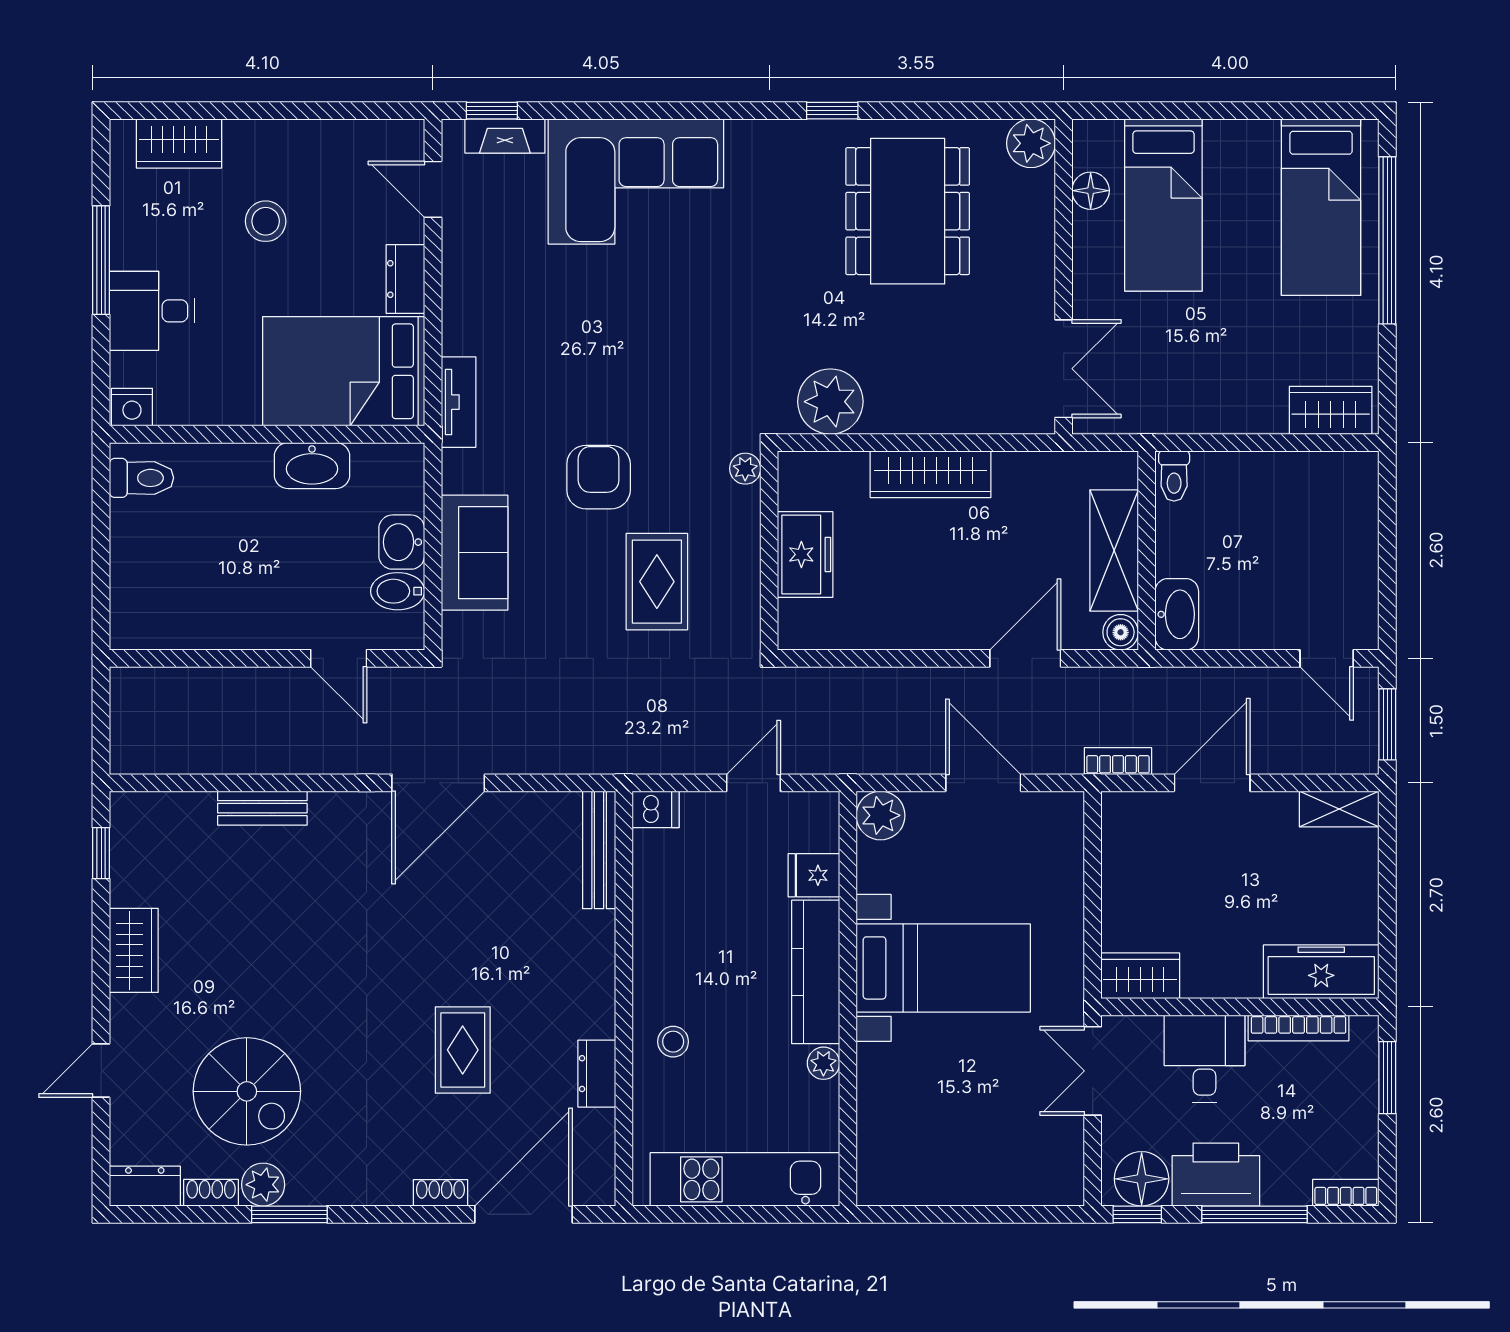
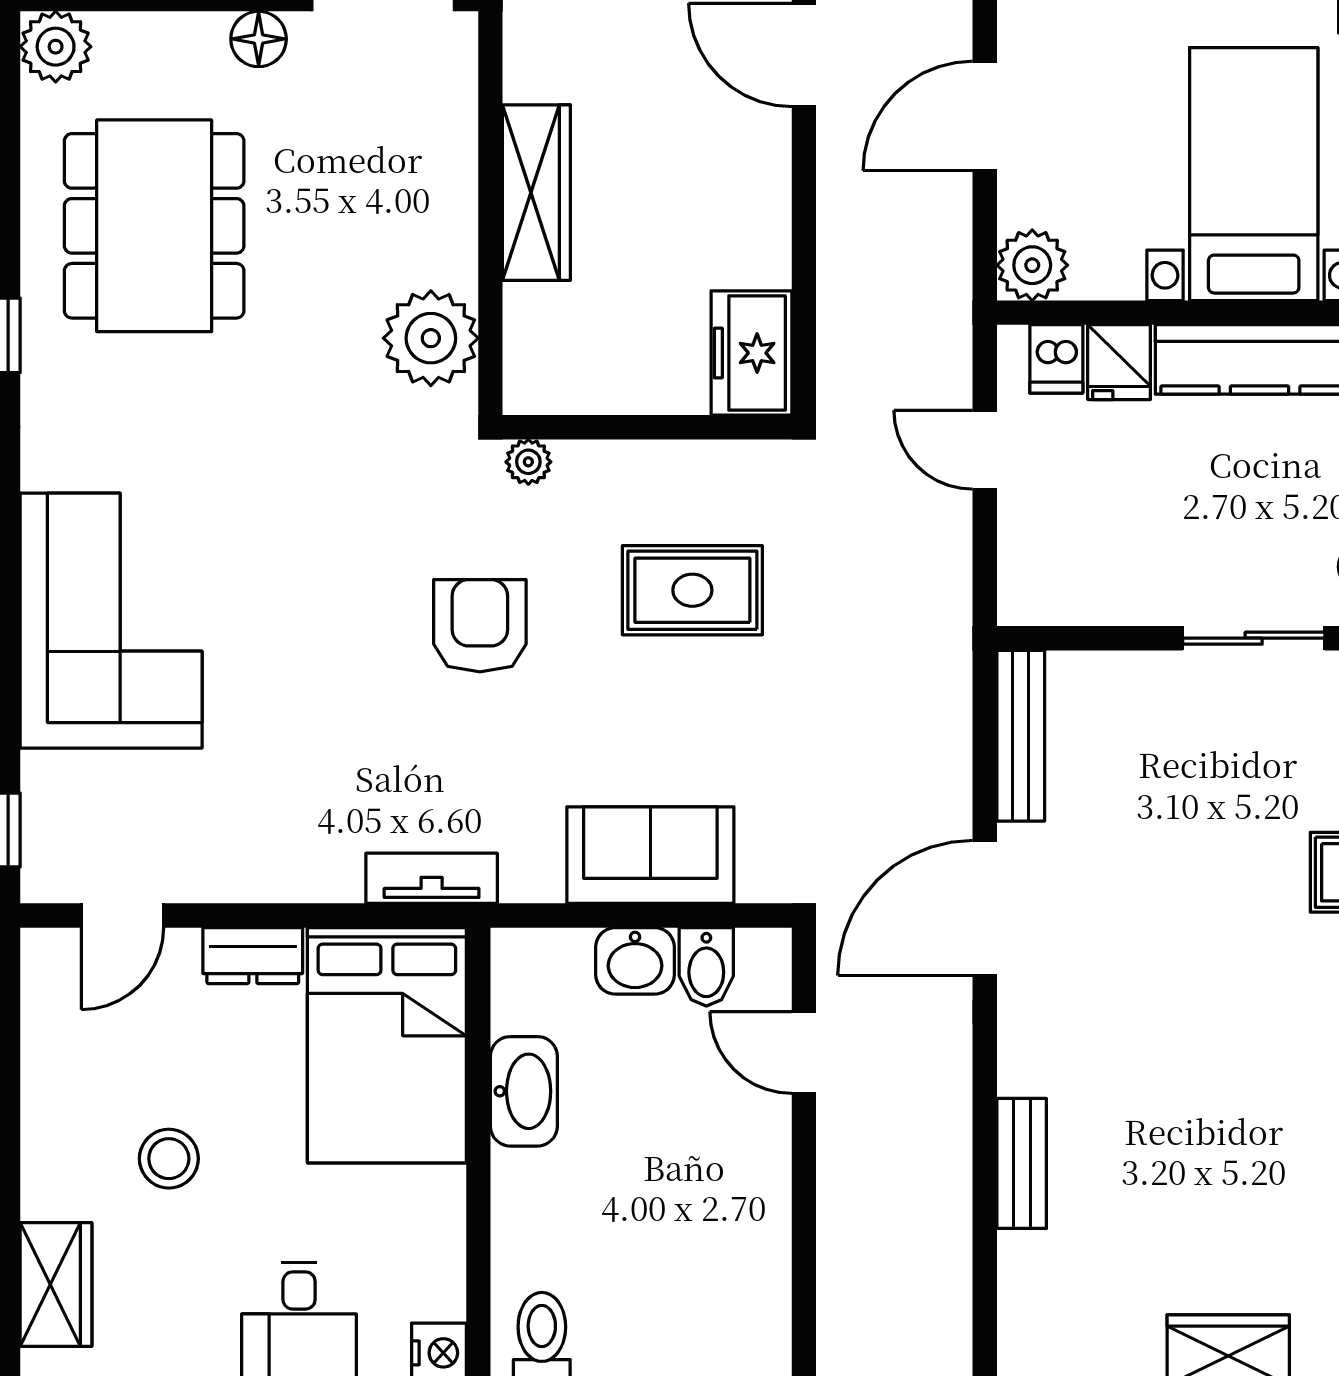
fireplace: (505, 136) -> (45, 811), removed
dining table: (908, 211) -> (154, 226), turned 90
floor lamp: (1036, 283) -> (259, 39), added
armchair: (599, 477) -> (480, 626), moved, turned 90
freezer: (805, 554) -> (751, 353), moved, turned -90
door: (339, 658) -> (804, 1053), swing flipped
door: (438, 783) -> (985, 908), swing flipped
dishwasher: (656, 809) -> (1056, 359), moved, turned 180
bench: (599, 850) -> (1021, 736), moved, turned 90
sliding door: (624, 968) -> (1254, 638), added

